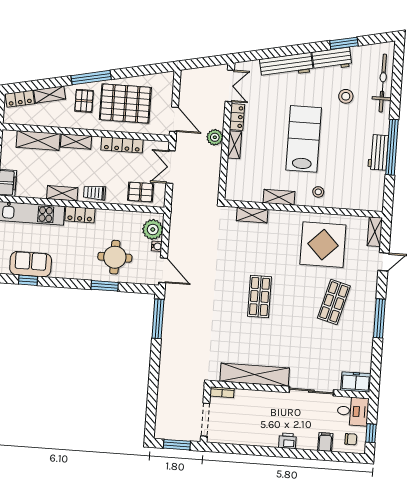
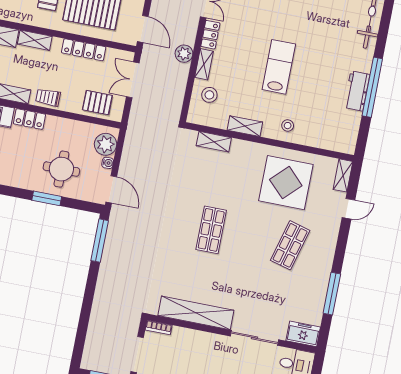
stool: (346, 96) -> (209, 95), moved
lab bench: (304, 139) -> (279, 67), width x0.73, depth x0.72
window: (379, 318) -> (332, 294), moved

